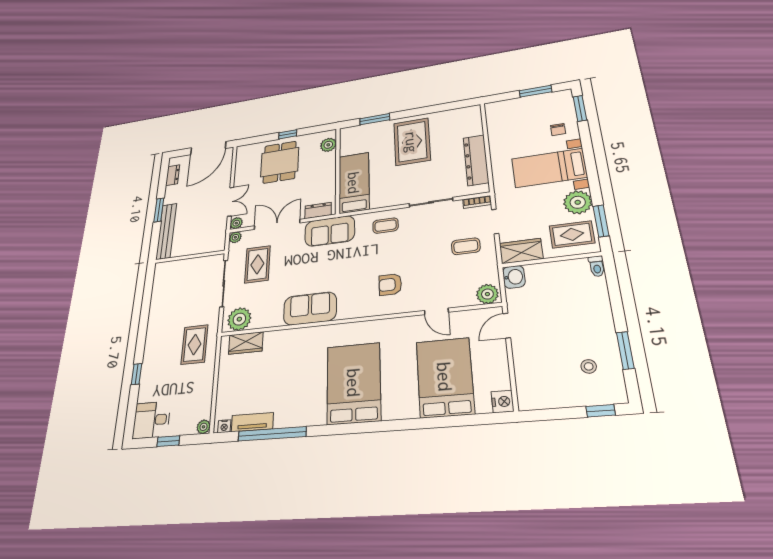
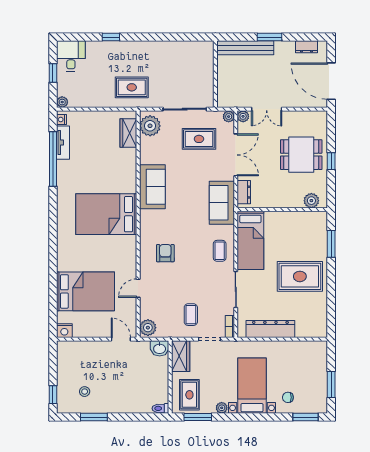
bed: (354, 183) -> (250, 240), moved, turned 90
plant: (578, 202) -> (222, 408), width x0.53, depth x0.53
bed: (354, 383) -> (106, 214), moved, turned 180

